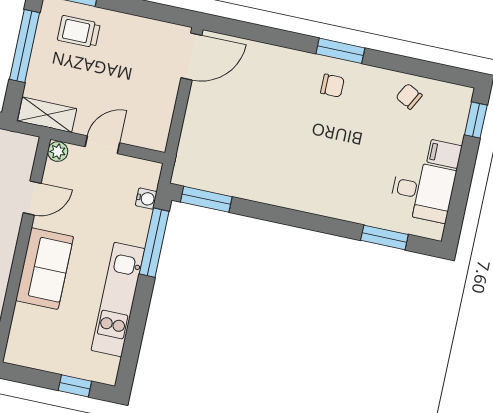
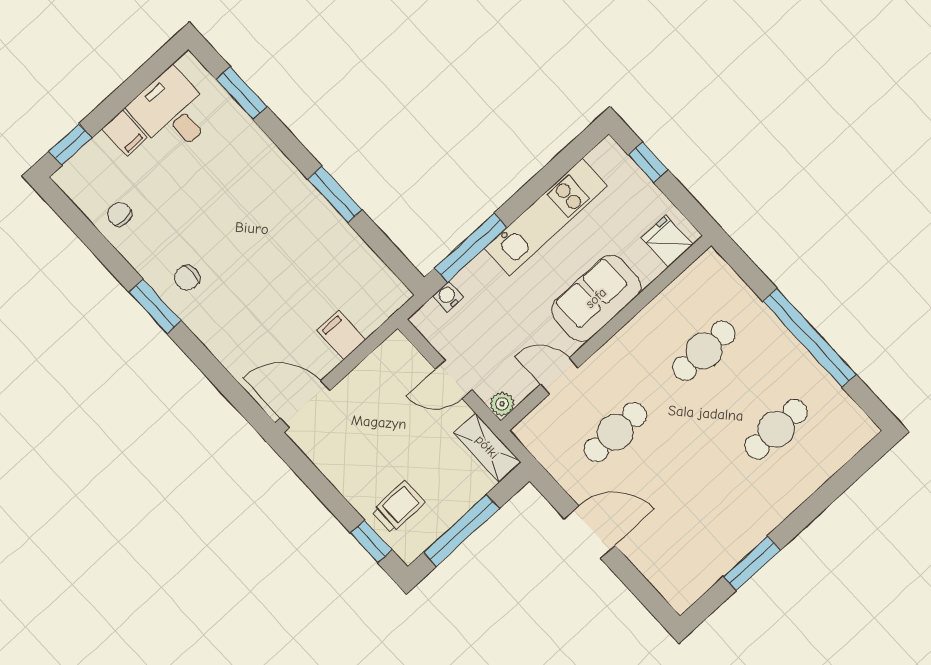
trolley: (79, 32) -> (398, 507), turned -90
chair: (332, 86) -> (187, 278), turned -90
chair: (409, 96) -> (119, 214), turned 152
filing cabinet: (200, 121) -> (341, 335), added
window: (206, 199) -> (335, 194), moved
fridge: (24, 342) -> (667, 241), added

